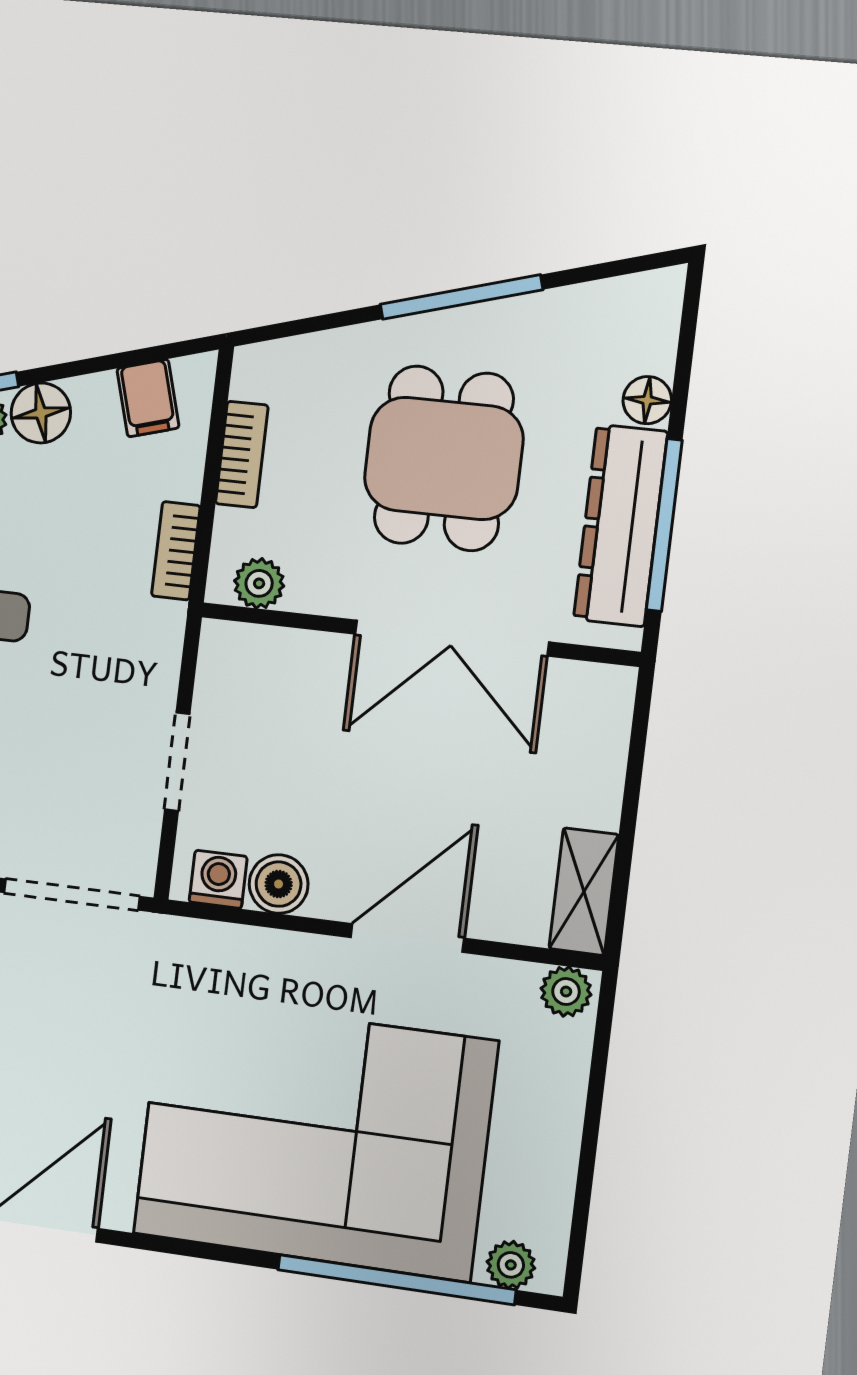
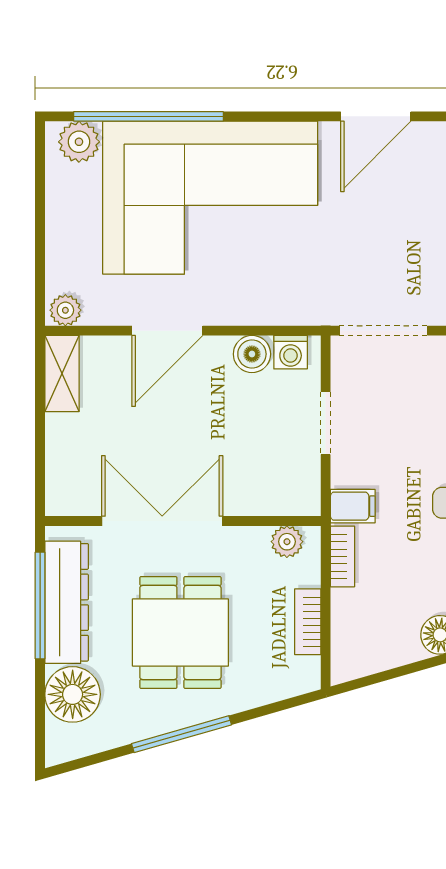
filing cabinet: (148, 398) -> (353, 506), moved, turned 106
floor lamp: (647, 400) -> (73, 694), width x1.89, depth x1.89
plant: (511, 1265) -> (79, 142), width x1.38, depth x1.38

